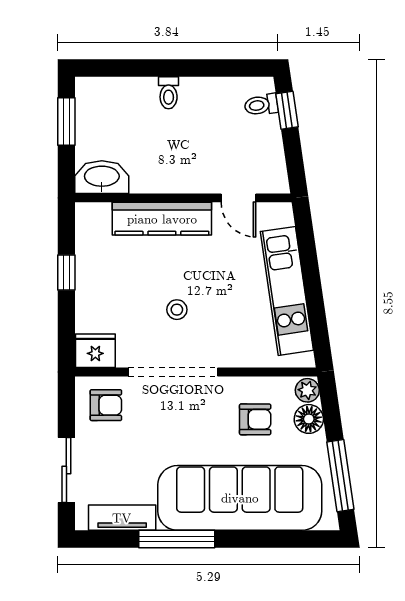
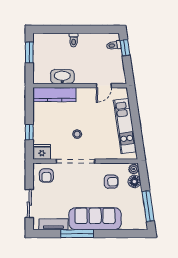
washbasin: (102, 177) -> (62, 77), moved
door: (238, 198) -> (104, 86), hinge flipped
kitchen counter: (162, 219) -> (54, 95), moved
window: (66, 273) -> (29, 132), moved
armchair: (106, 405) -> (46, 176), turned 90
sofa: (240, 498) -> (95, 219), width x0.74, depth x0.79

